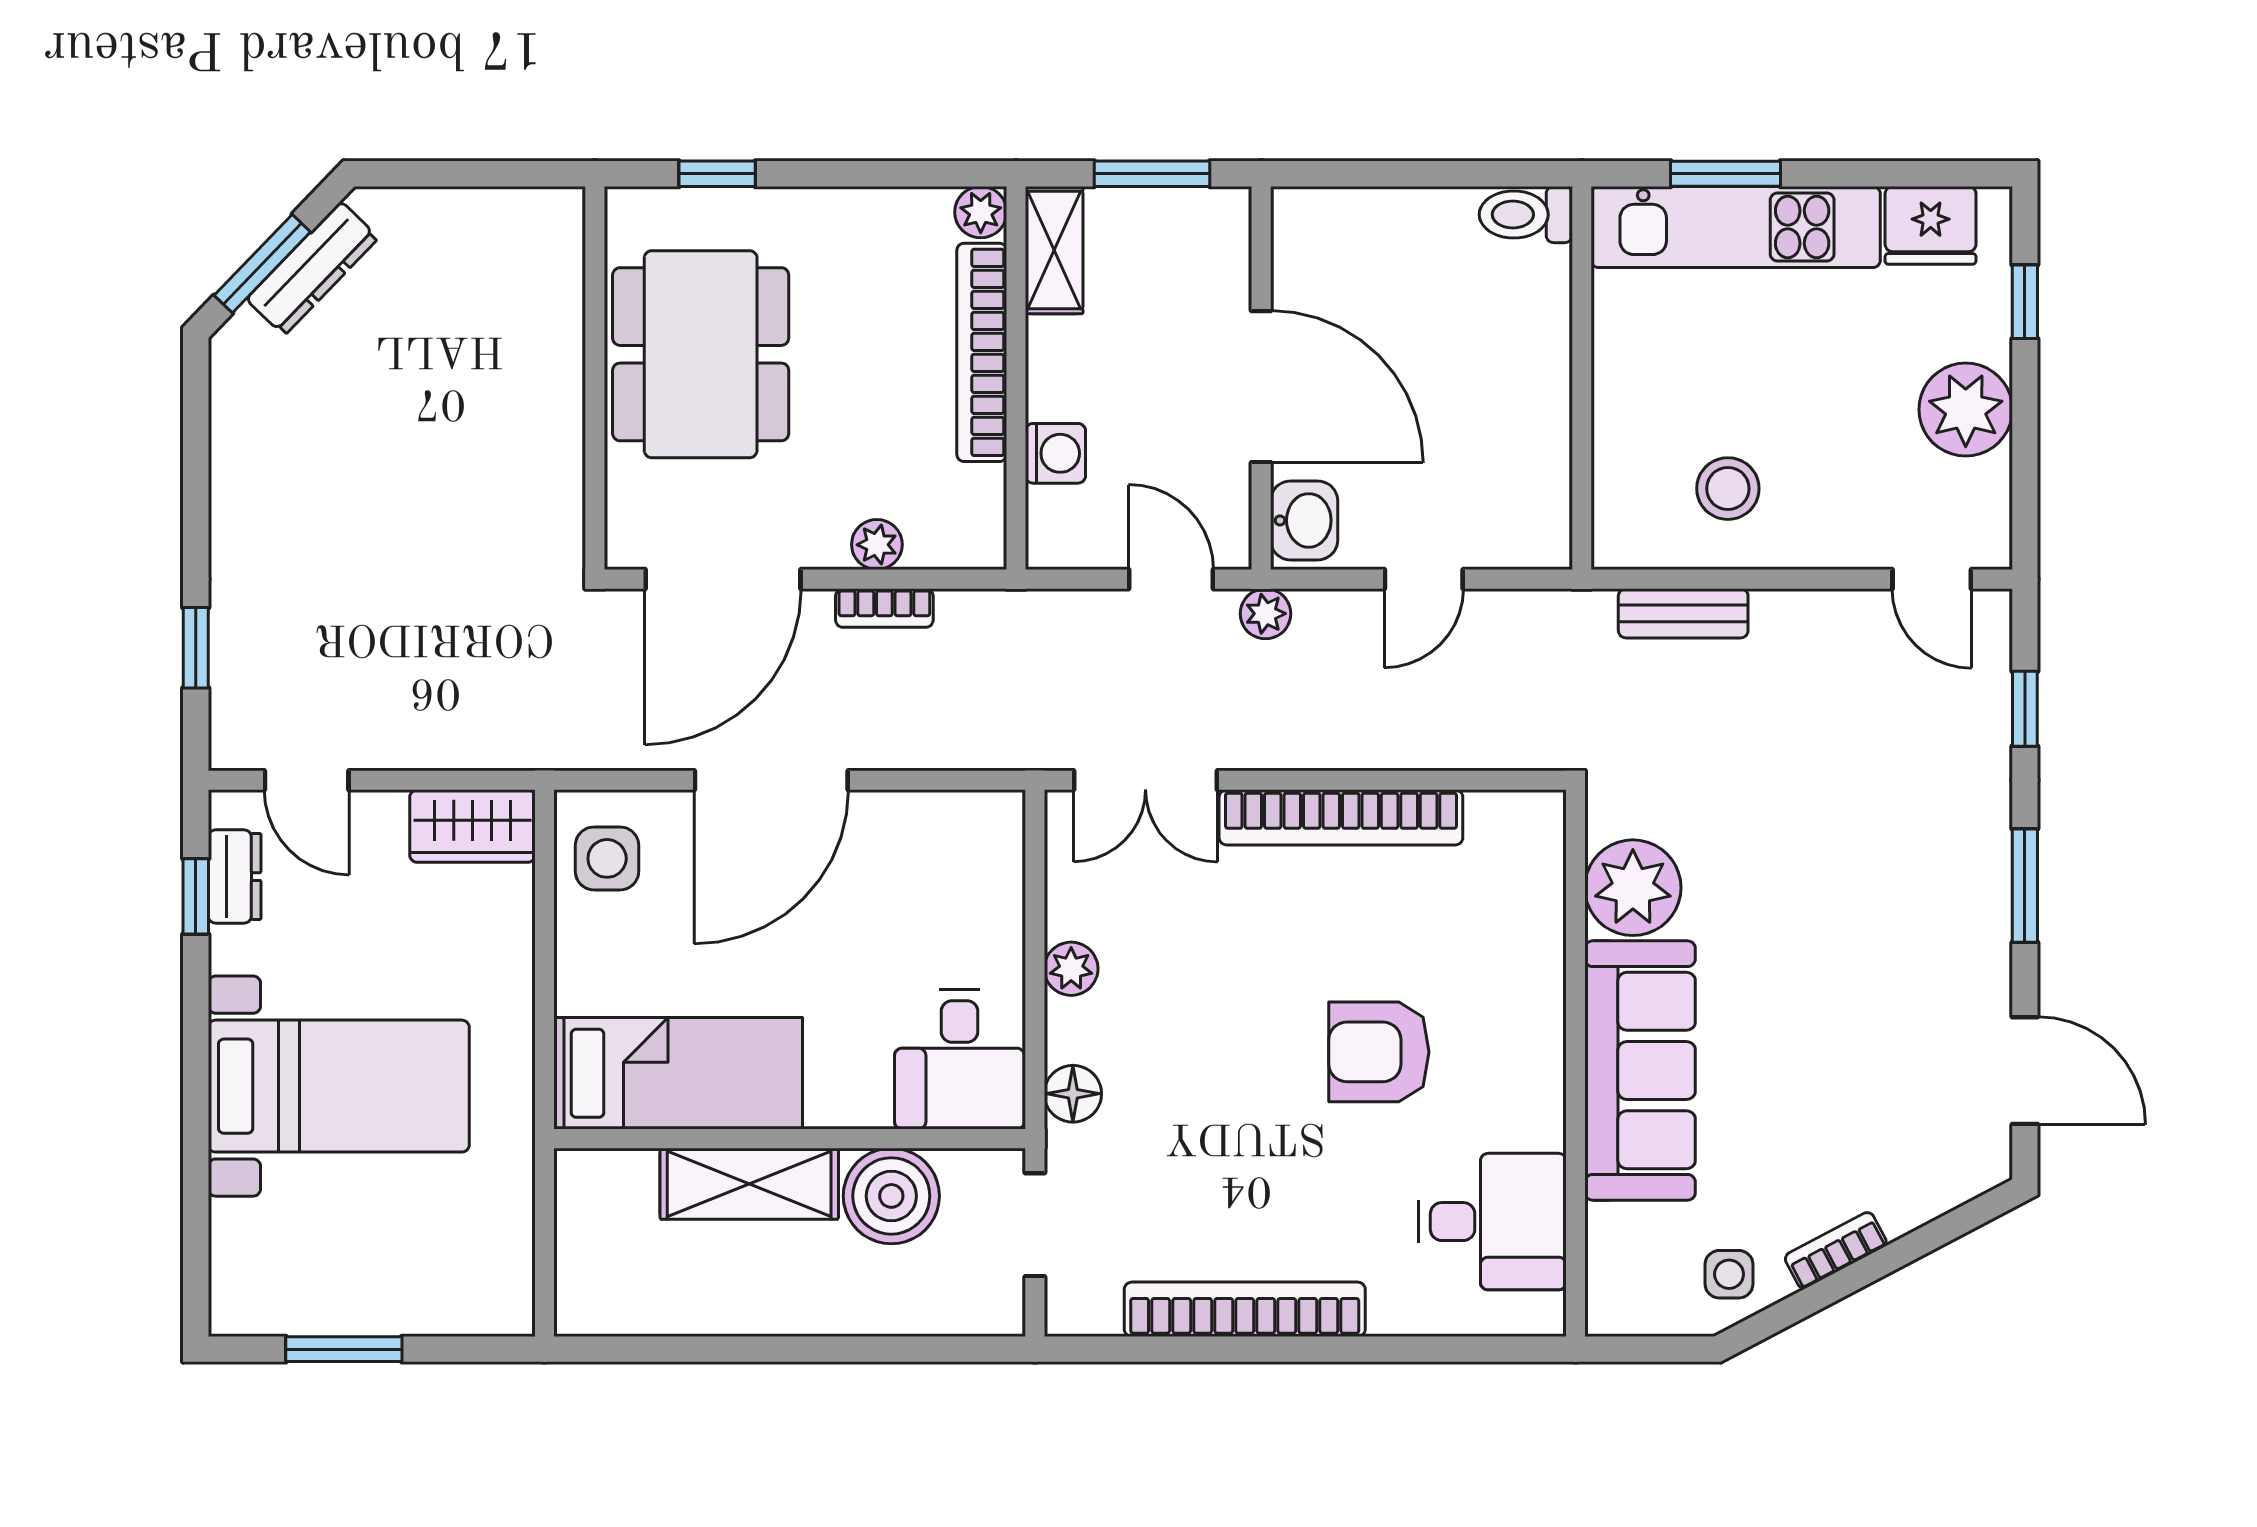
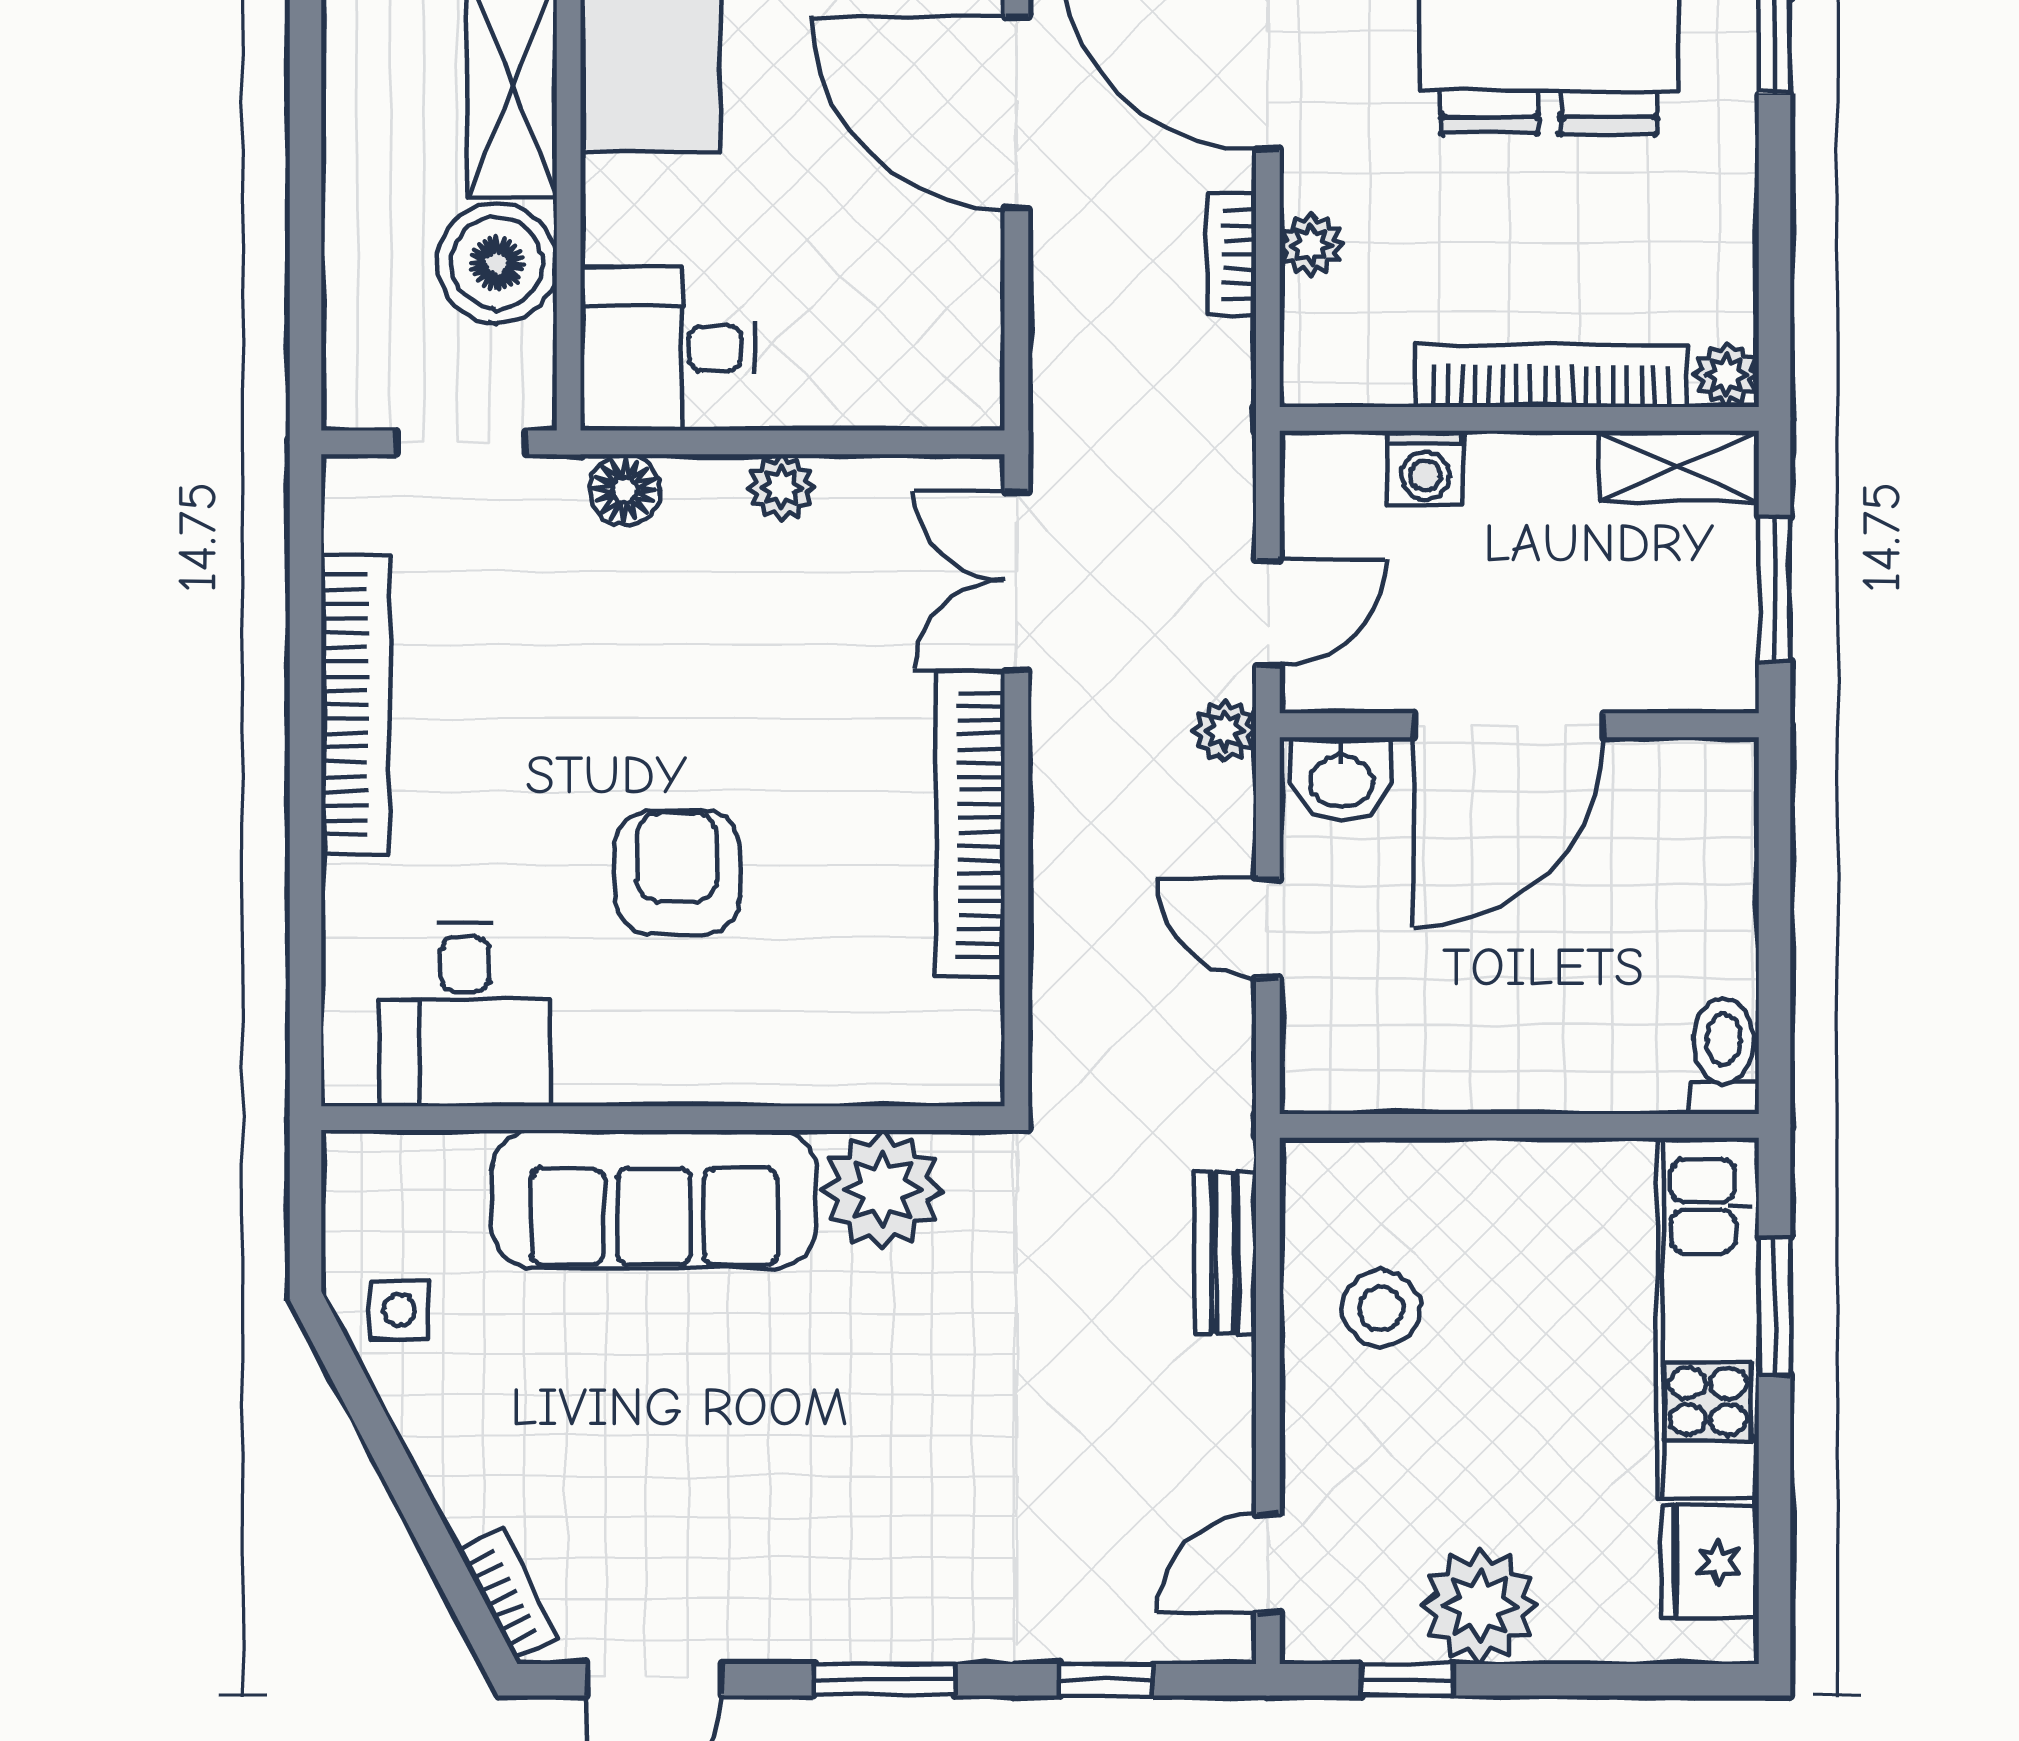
window: (2025, 302) -> (1407, 1680), moved
bookcase: (1836, 1250) -> (508, 1594), moved

